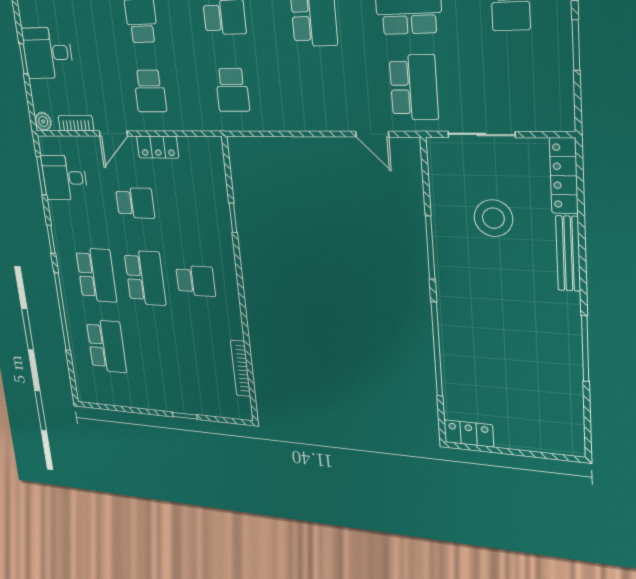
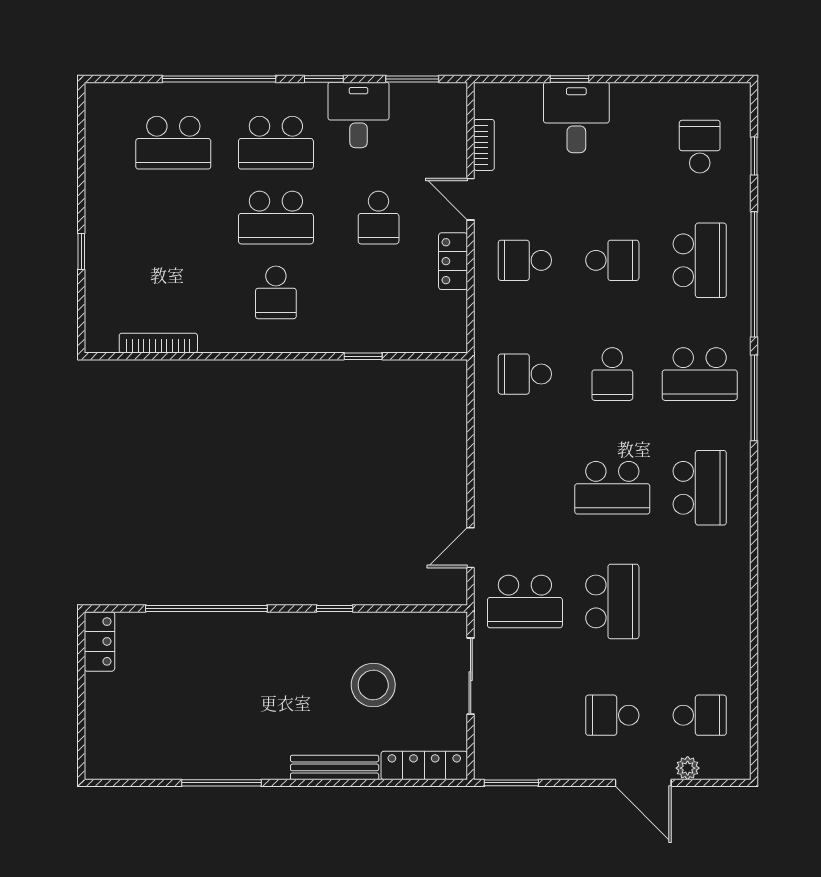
window: (576, 45) -> (511, 783), moved
plant: (43, 121) -> (486, 95), removed
desk: (64, 178) -> (358, 115), moved
window: (430, 248) -> (335, 608), width x0.46

